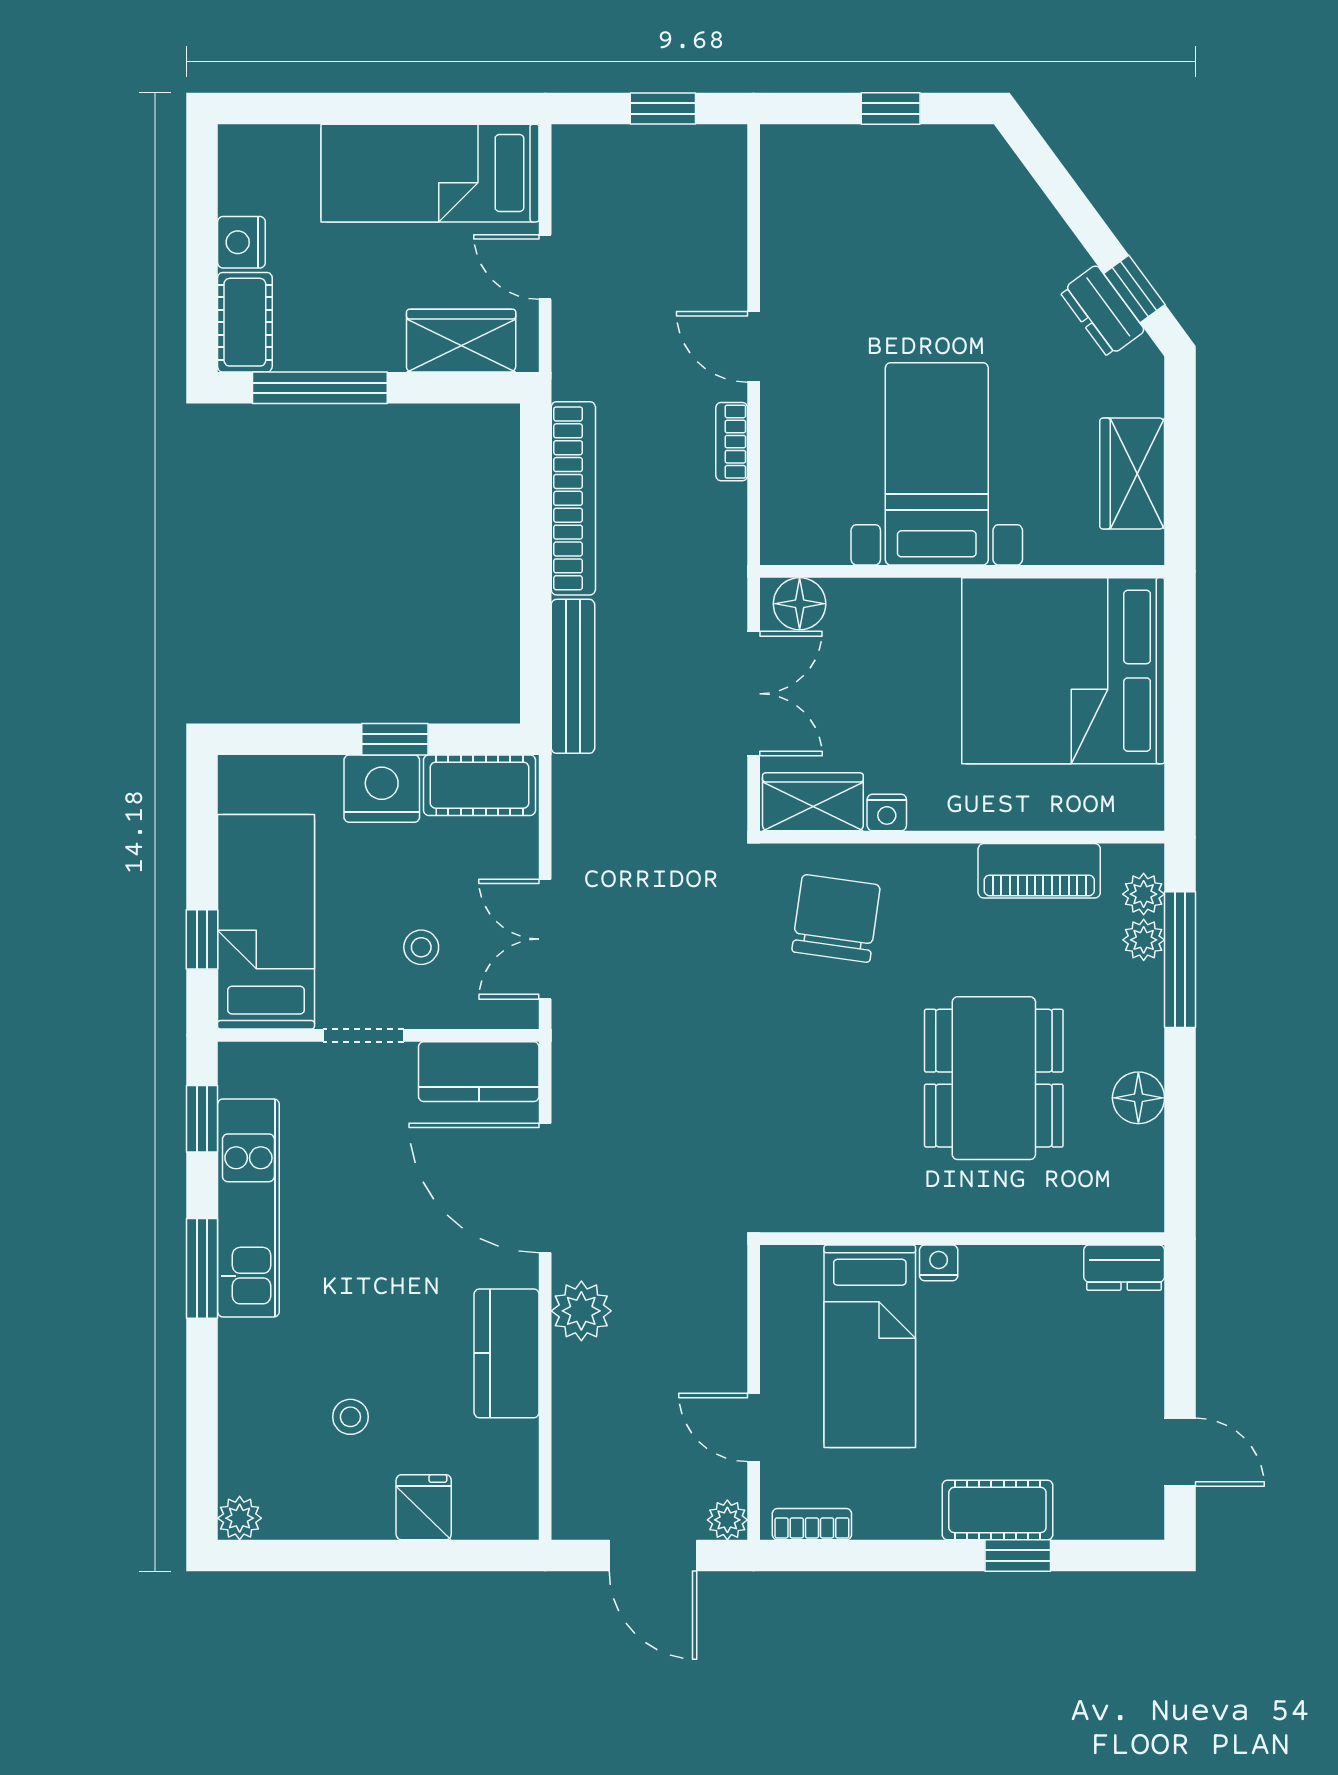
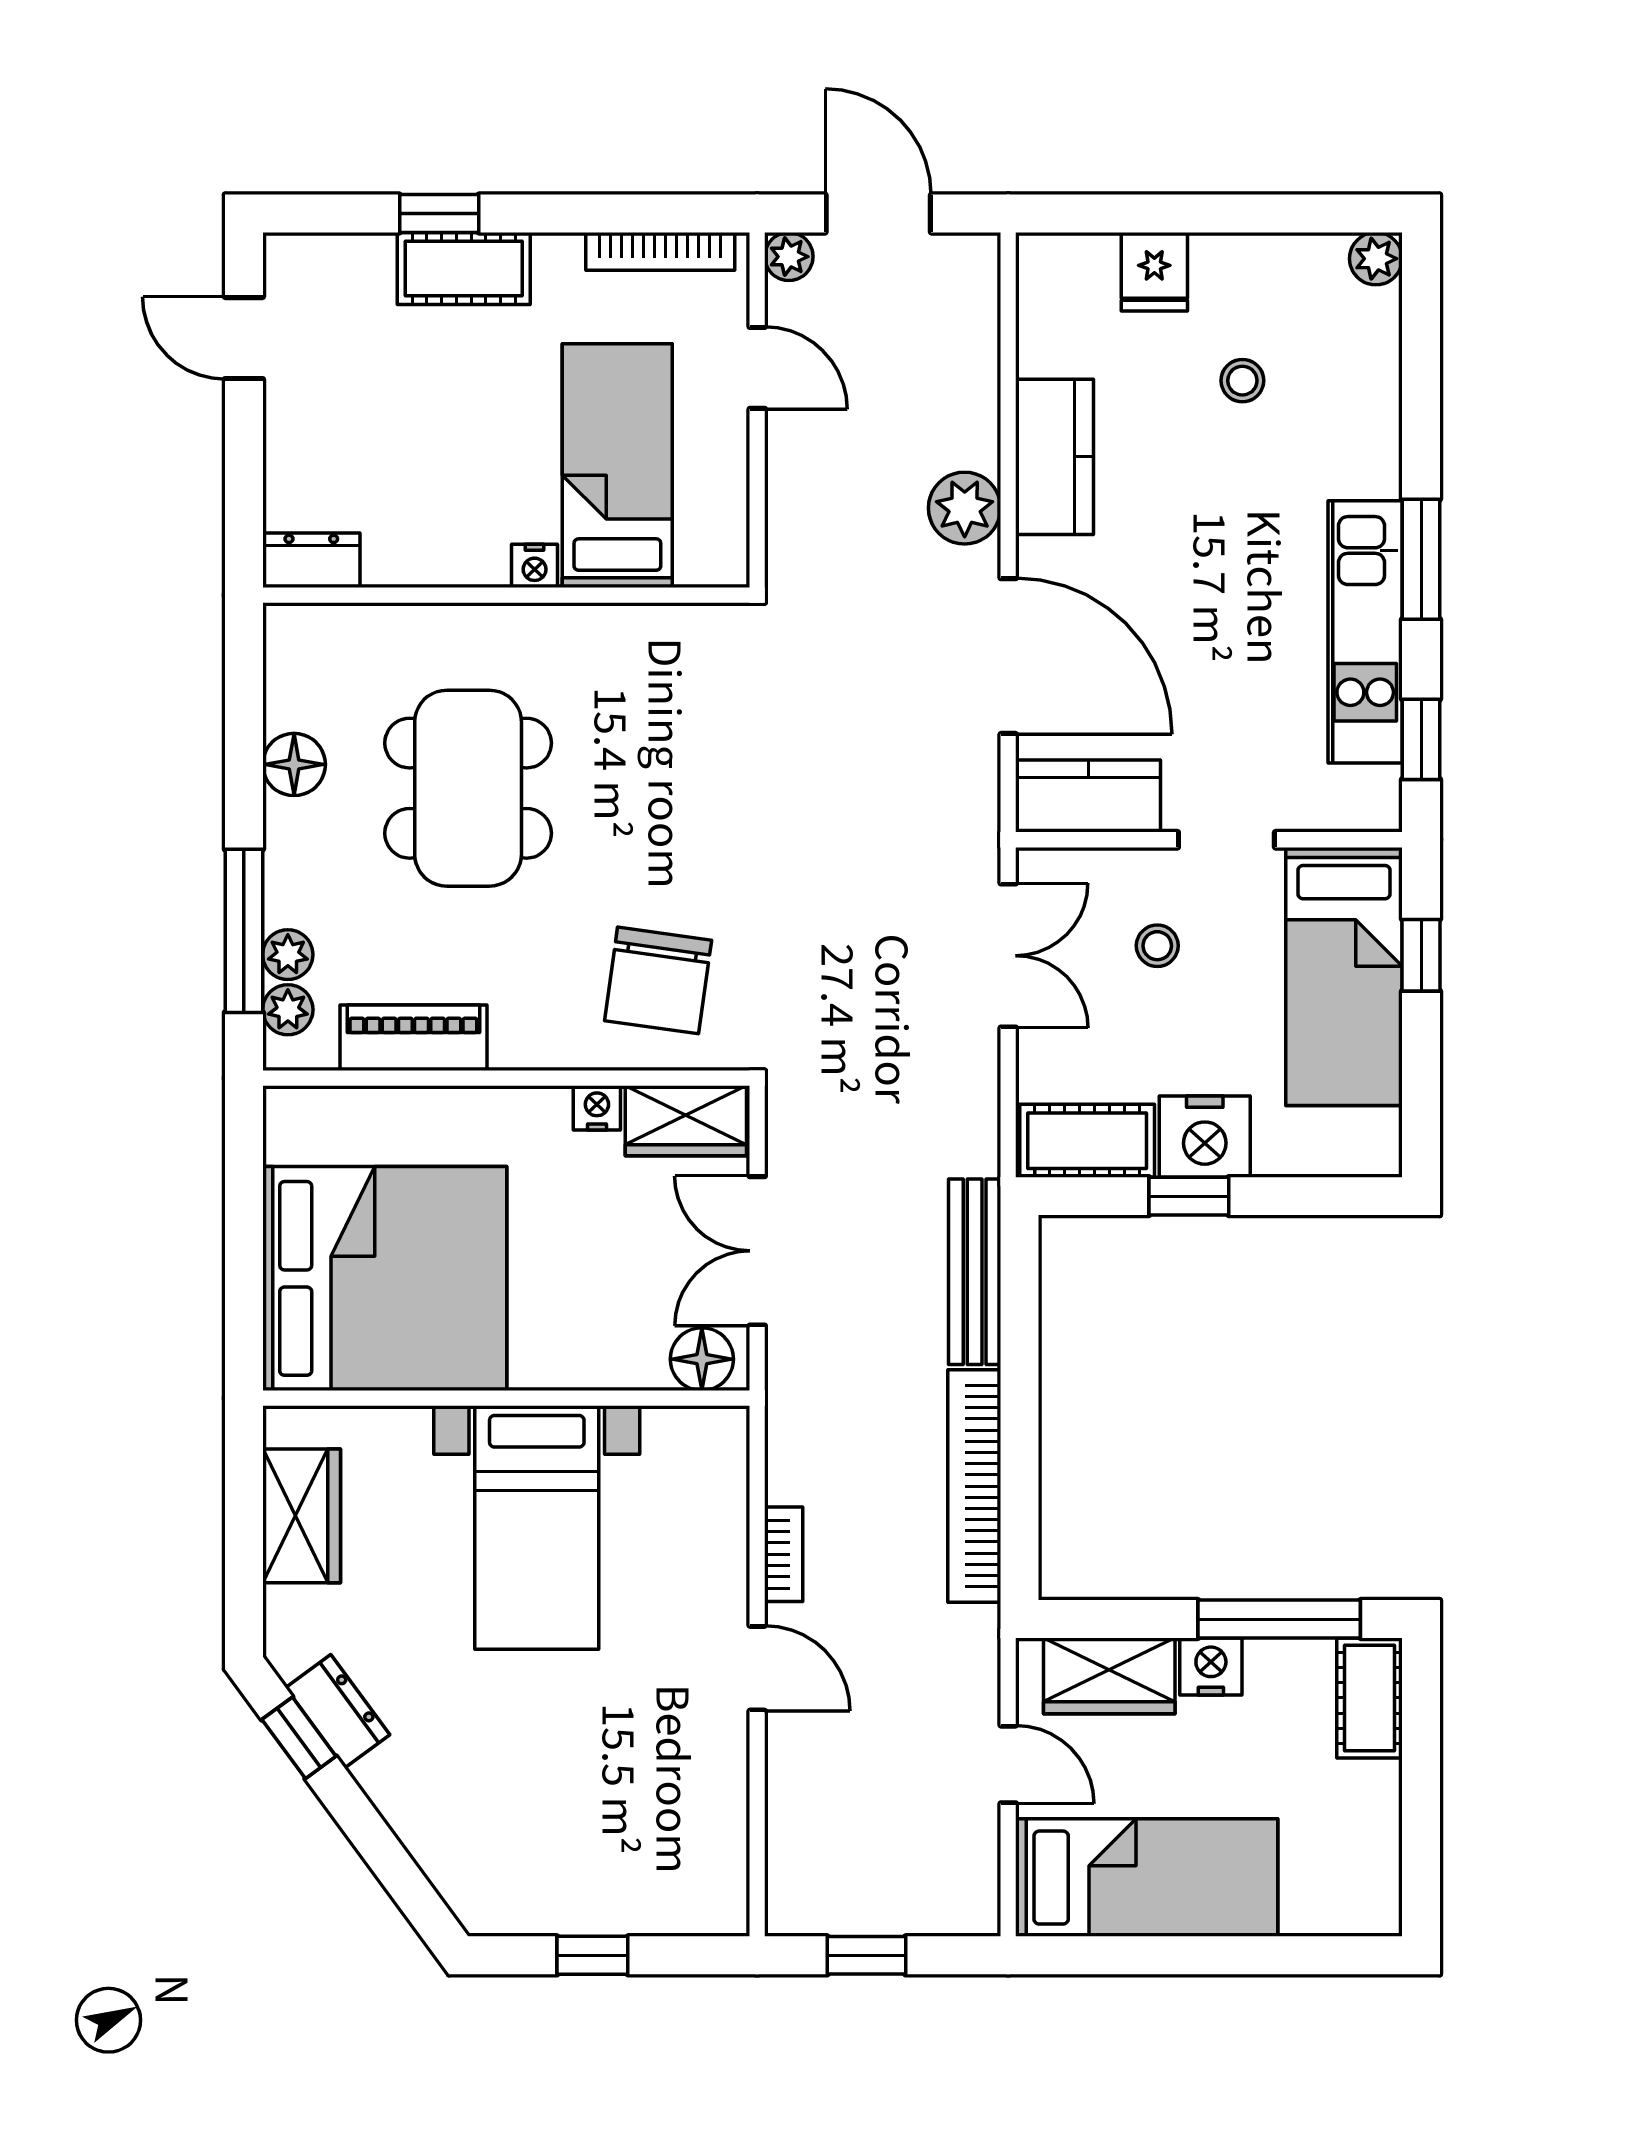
nightstand: (241, 242) -> (1211, 1666), moved, turned -90
bookcase: (812, 1524) -> (660, 251), width x1.56

